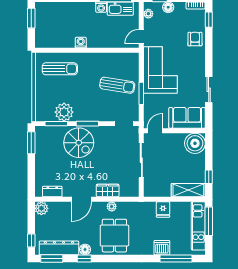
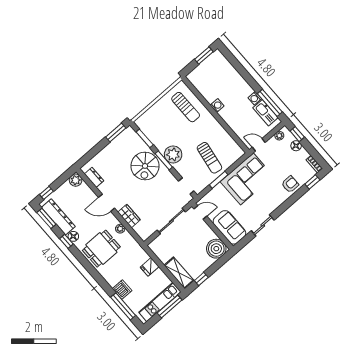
plant: (64, 112) -> (173, 154), moved

